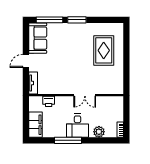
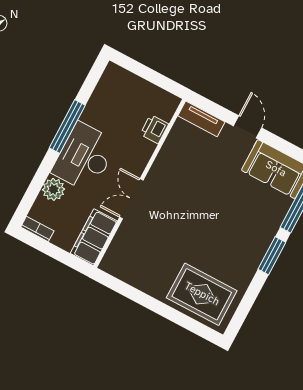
rug: (104, 50) -> (202, 294), moved
filing cabinet: (35, 125) -> (94, 237), moved, turned 90
desk: (78, 126) -> (84, 157), width x1.37

